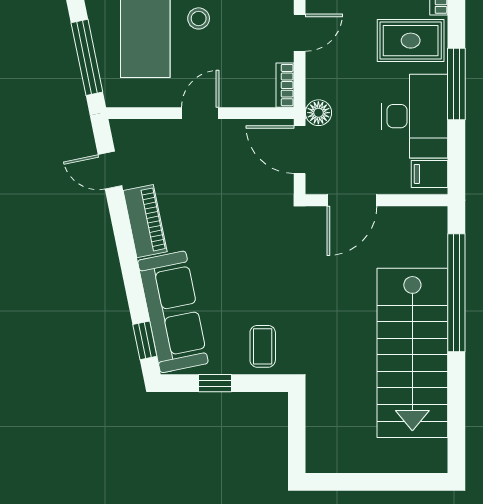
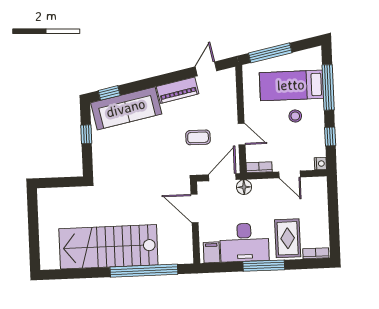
door: (200, 113) -> (242, 134), moved
coffee table: (263, 346) -> (198, 137), moved

